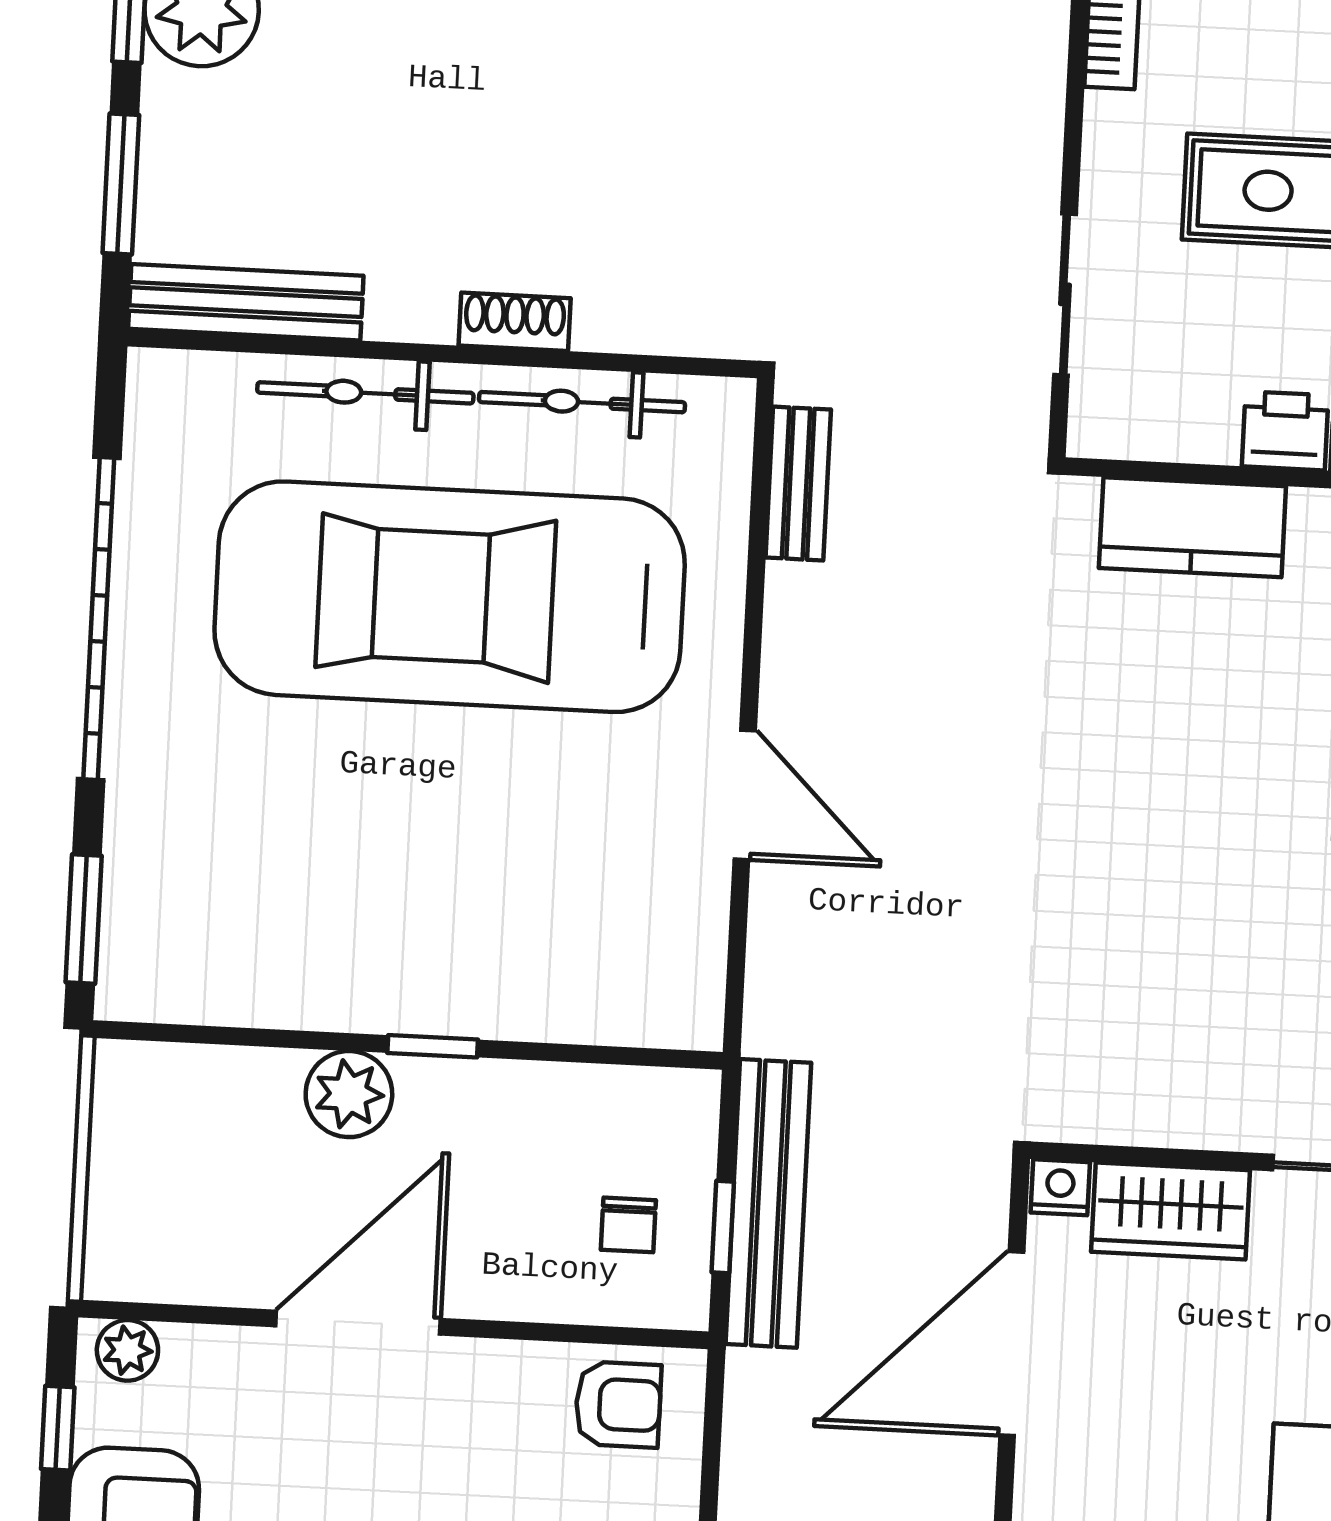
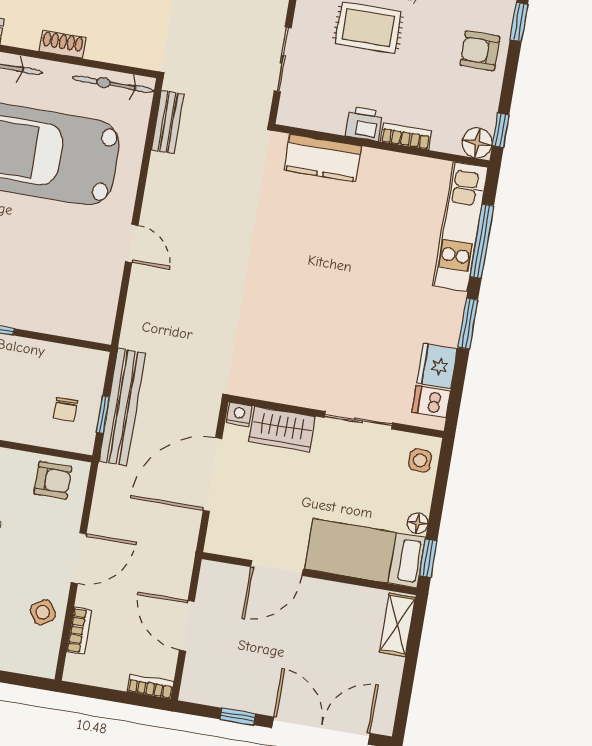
bicycle: (582, 402) -> (113, 84), moved
door: (745, 795) -> (132, 243), width x0.73

